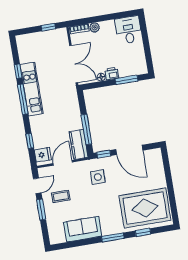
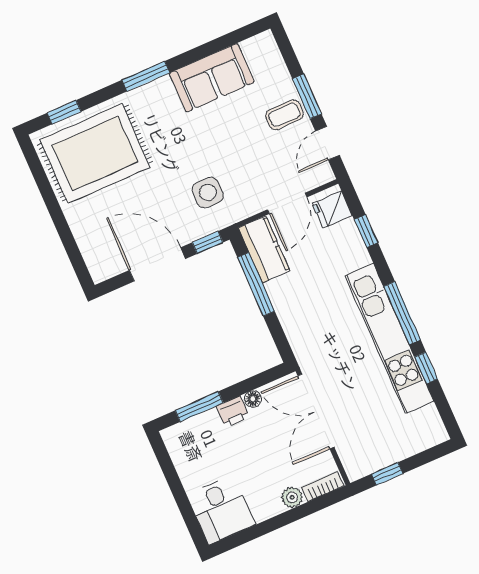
kitchen unit: (32, 89) -> (389, 338), width x1.36
coffee table: (61, 196) -> (284, 115), moved
window: (143, 232) -> (64, 112), moved

